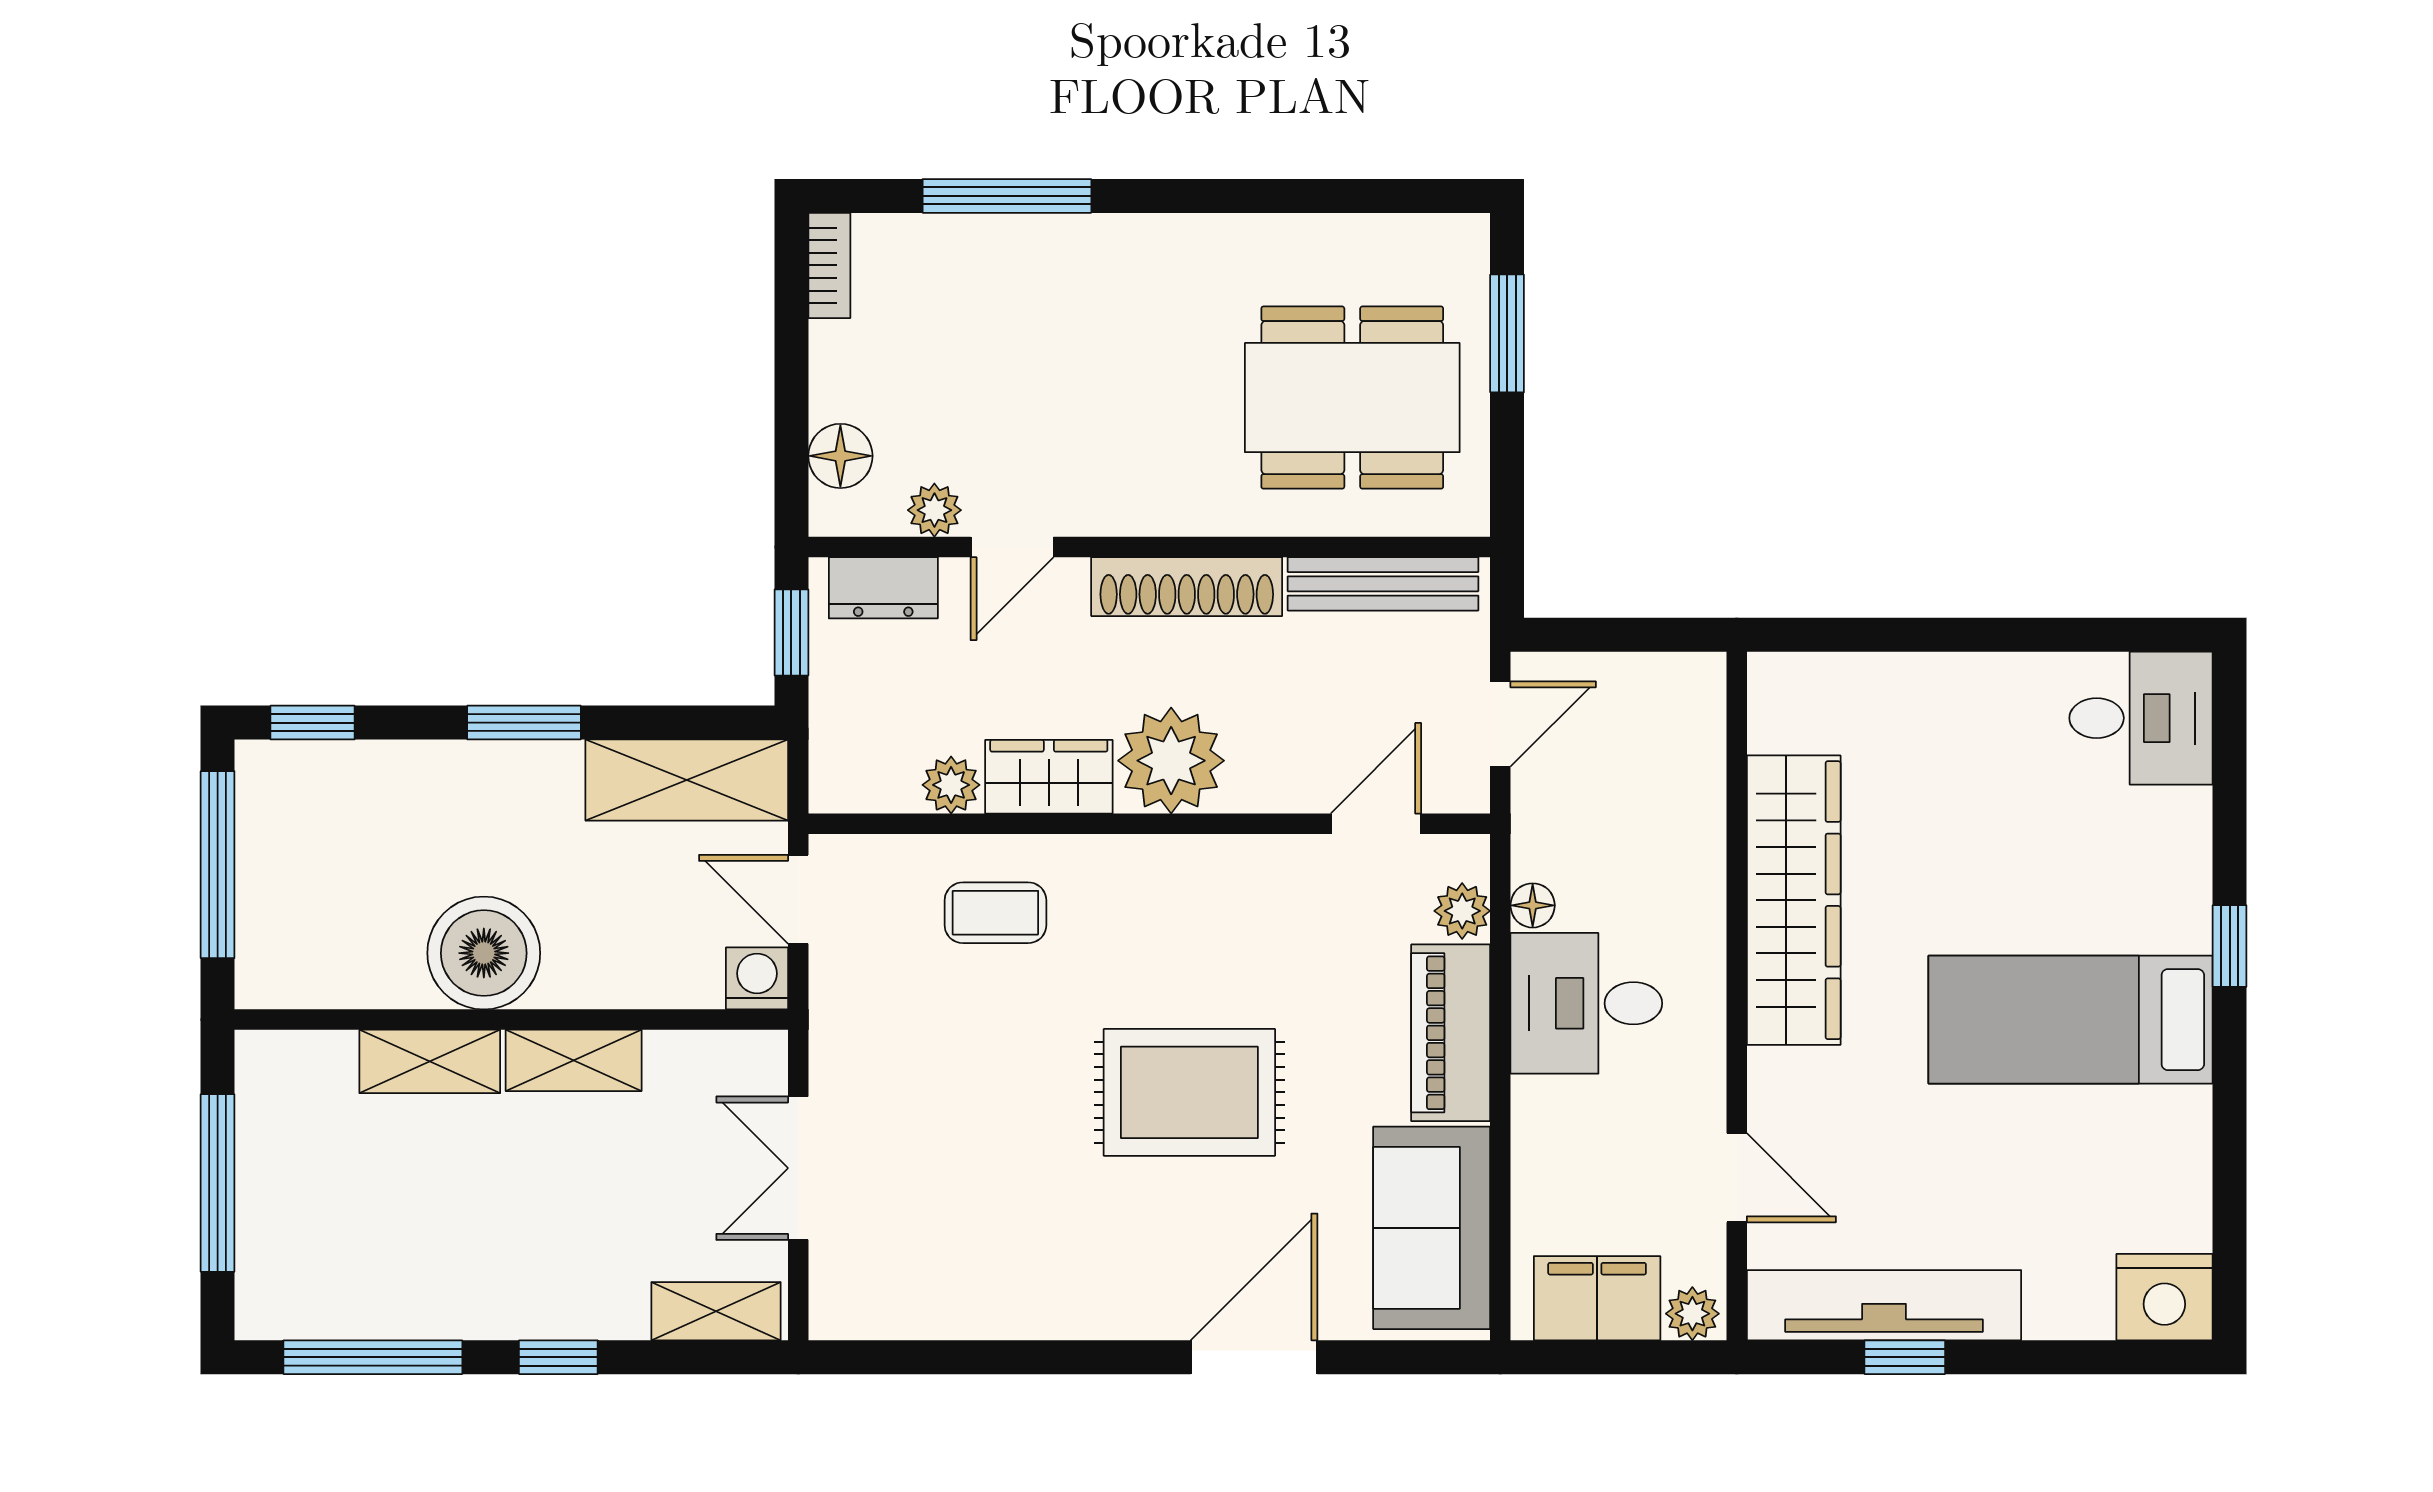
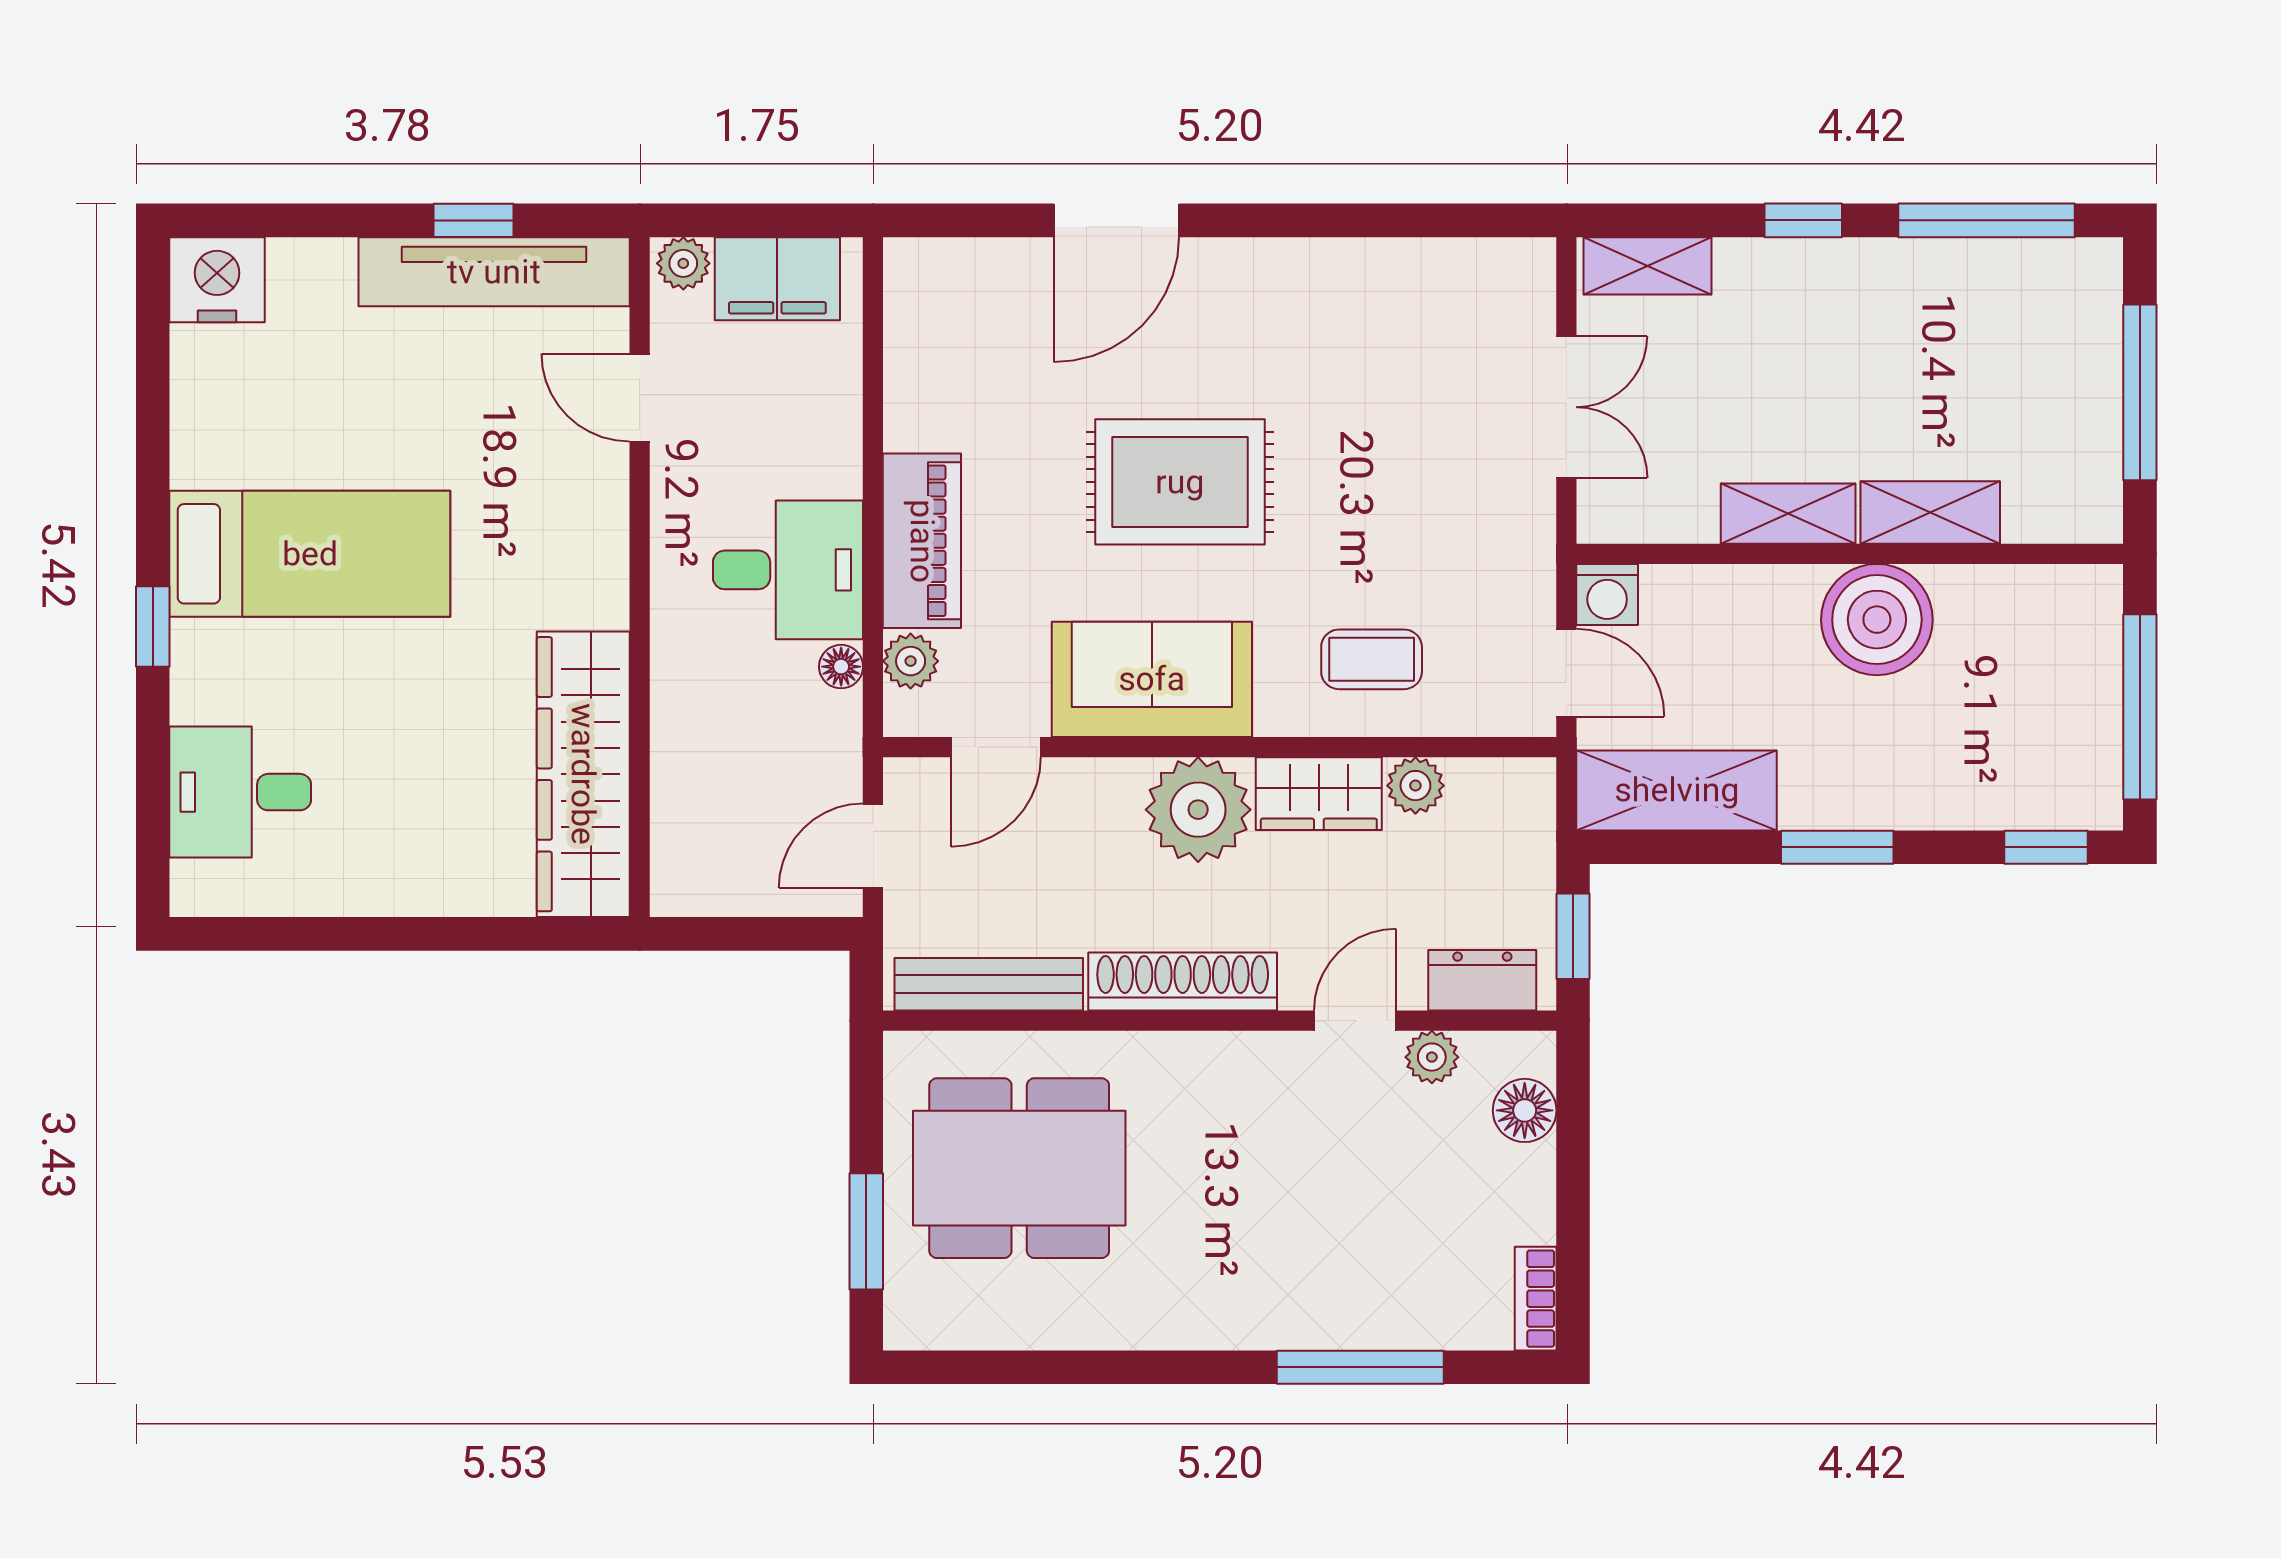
desk: (2141, 718) -> (240, 792), moved
wardrobe: (1794, 900) -> (583, 774), moved
sofa: (1432, 1228) -> (1152, 679), moved, turned -90

